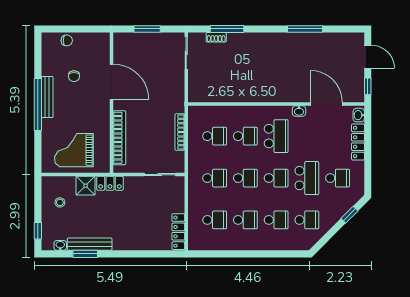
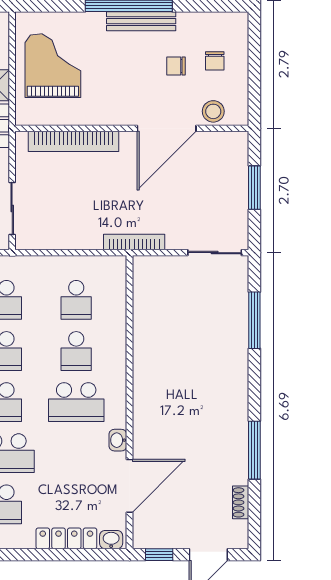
shoe rack: (216, 37) -> (241, 502), moved
chair: (67, 40) -> (215, 61), moved
stool: (101, 54) -> (213, 111), added
bookcase: (180, 132) -> (134, 242), moved

